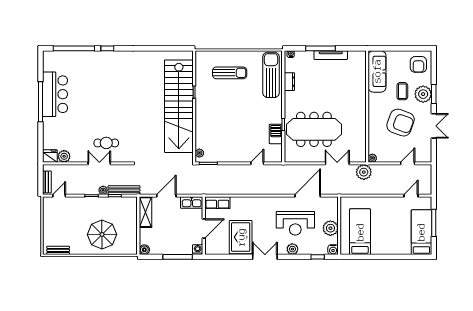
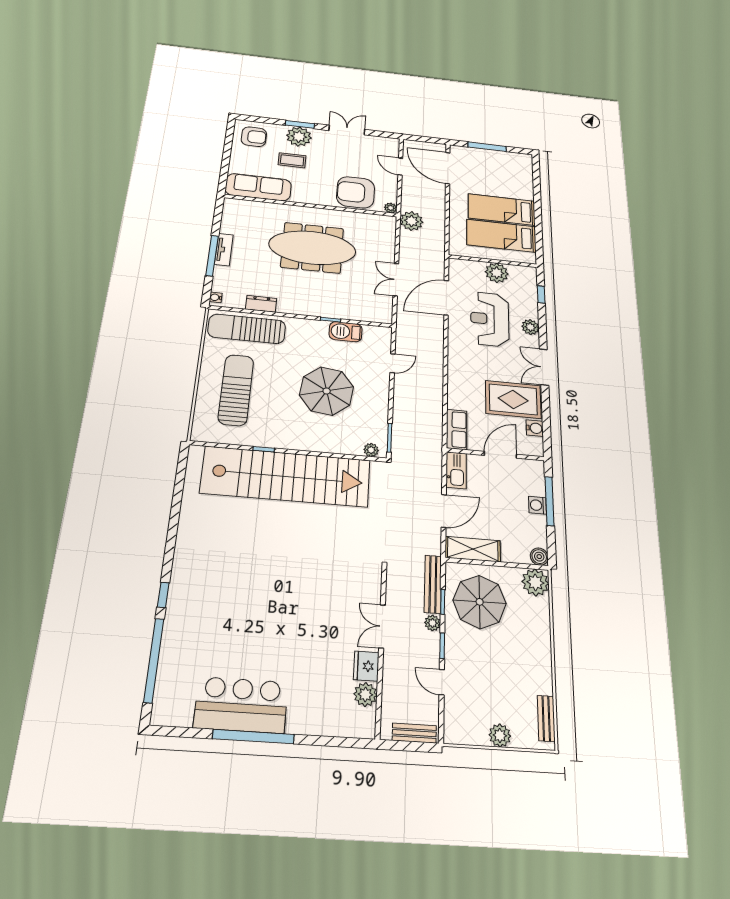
tv unit: (331, 55) -> (224, 250), width x0.71
sun lounger: (230, 73) -> (236, 390), width x1.36, depth x1.34
armchair: (401, 123) -> (356, 192), moved, turned -110
parasol: (234, 125) -> (327, 391), added
meeting table: (314, 129) -> (312, 248), moved, turned 90
cafe table: (106, 143) -> (344, 610), removed
fridge: (50, 156) -> (366, 666), moved
door: (257, 163) -> (392, 363), swing flipped
double door: (337, 163) -> (396, 280), moved
door: (59, 196) -> (442, 682), moved
door: (166, 196) -> (444, 511), swing flipped
door: (308, 196) -> (446, 298), hinge flipped
door: (411, 196) -> (448, 168), width x1.87
reception desk: (295, 223) -> (490, 319), turned 180
plant: (48, 226) -> (500, 735), added
door: (204, 229) -> (500, 455), hinge flipped
bed: (421, 232) -> (502, 210), moved
parasol: (102, 234) -> (480, 602), moved
plant: (129, 247) -> (535, 582), added
washing machine: (198, 250) -> (537, 505), moved
water cooler: (333, 250) -> (535, 428), moved

